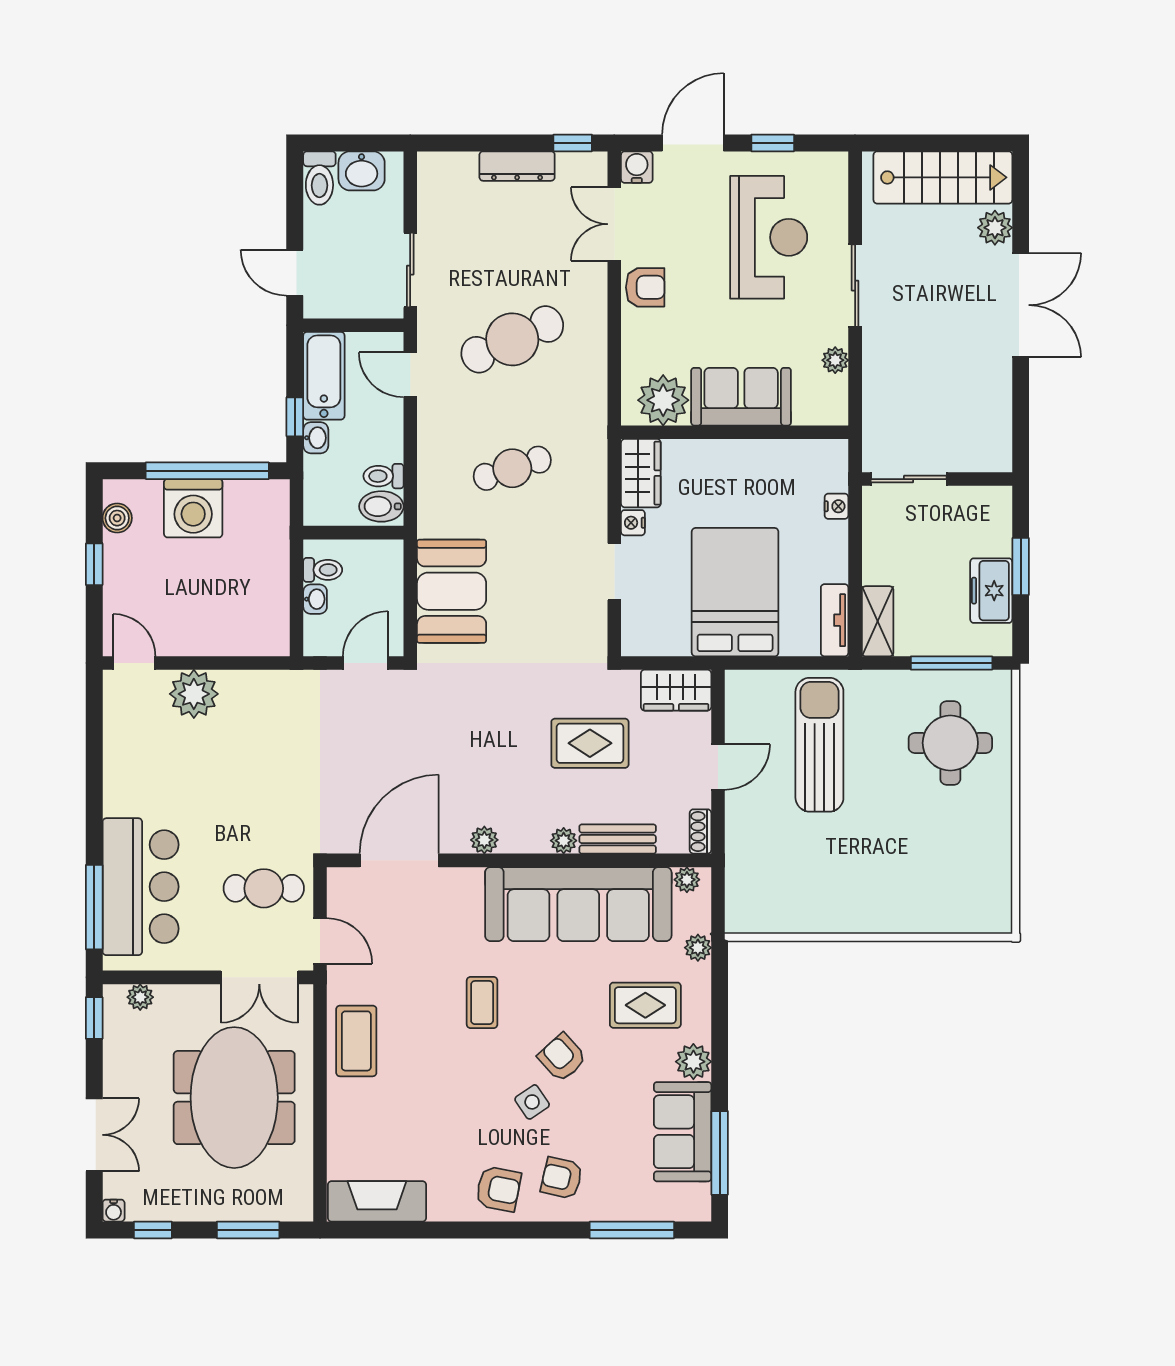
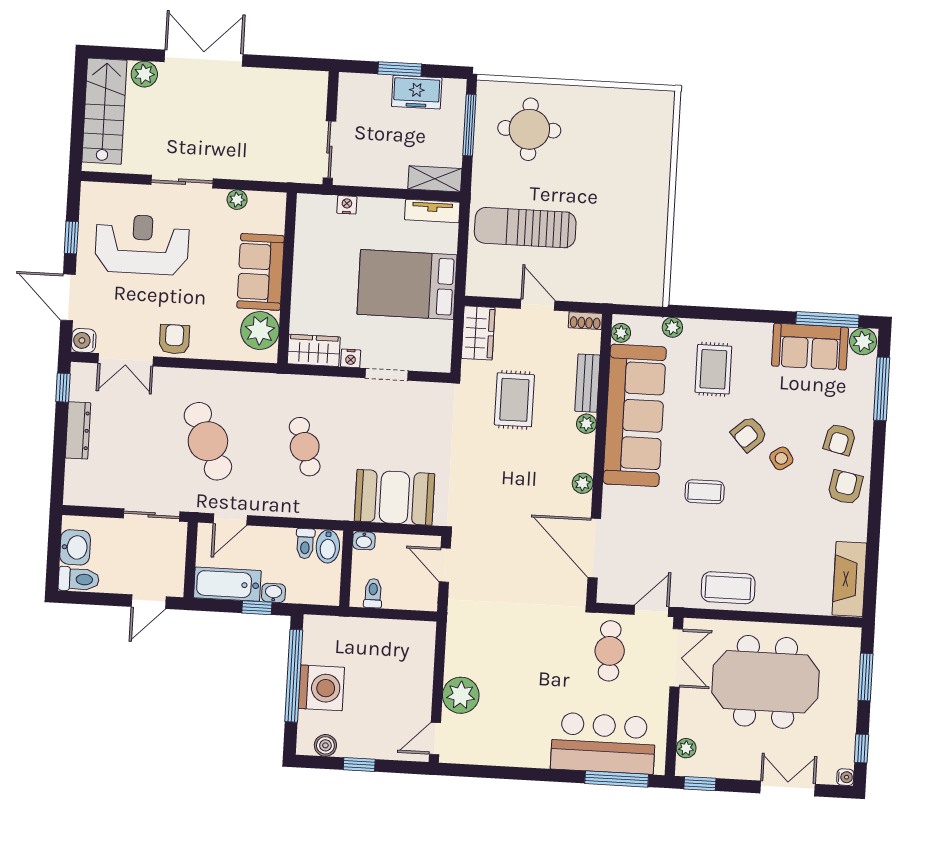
washbasin: (315, 599) -> (364, 541), moved, turned 180
plant: (693, 1062) -> (863, 341), moved

